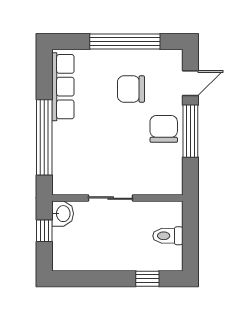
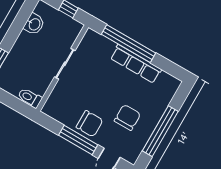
row of seats: (63, 87) -> (136, 64), moved
washbasin: (63, 214) -> (34, 24), moved, turned -90
toilet: (168, 236) -> (30, 98), moved, turned -90

